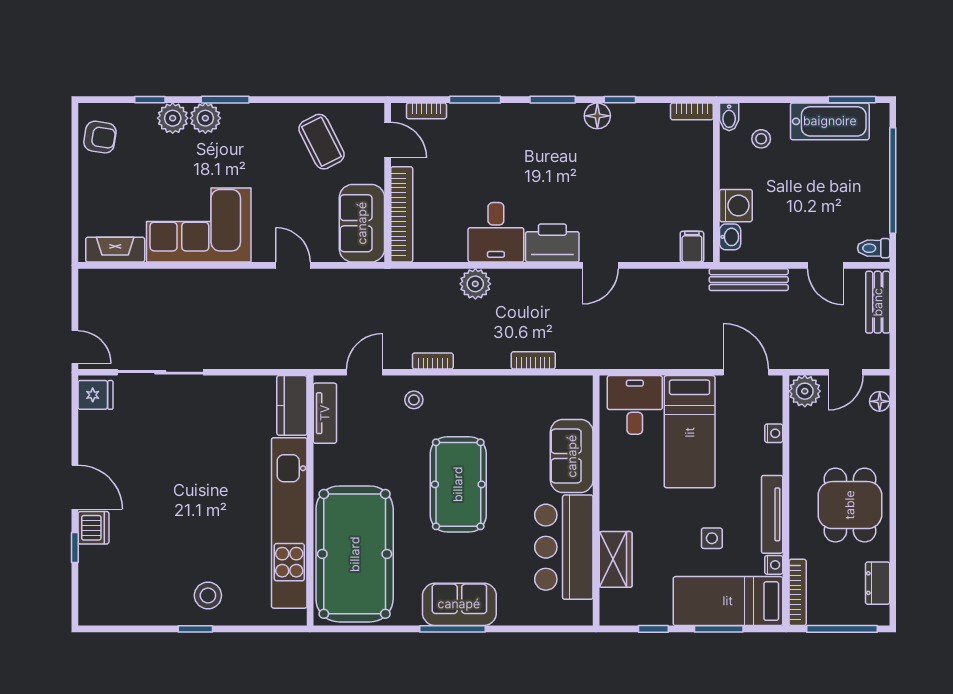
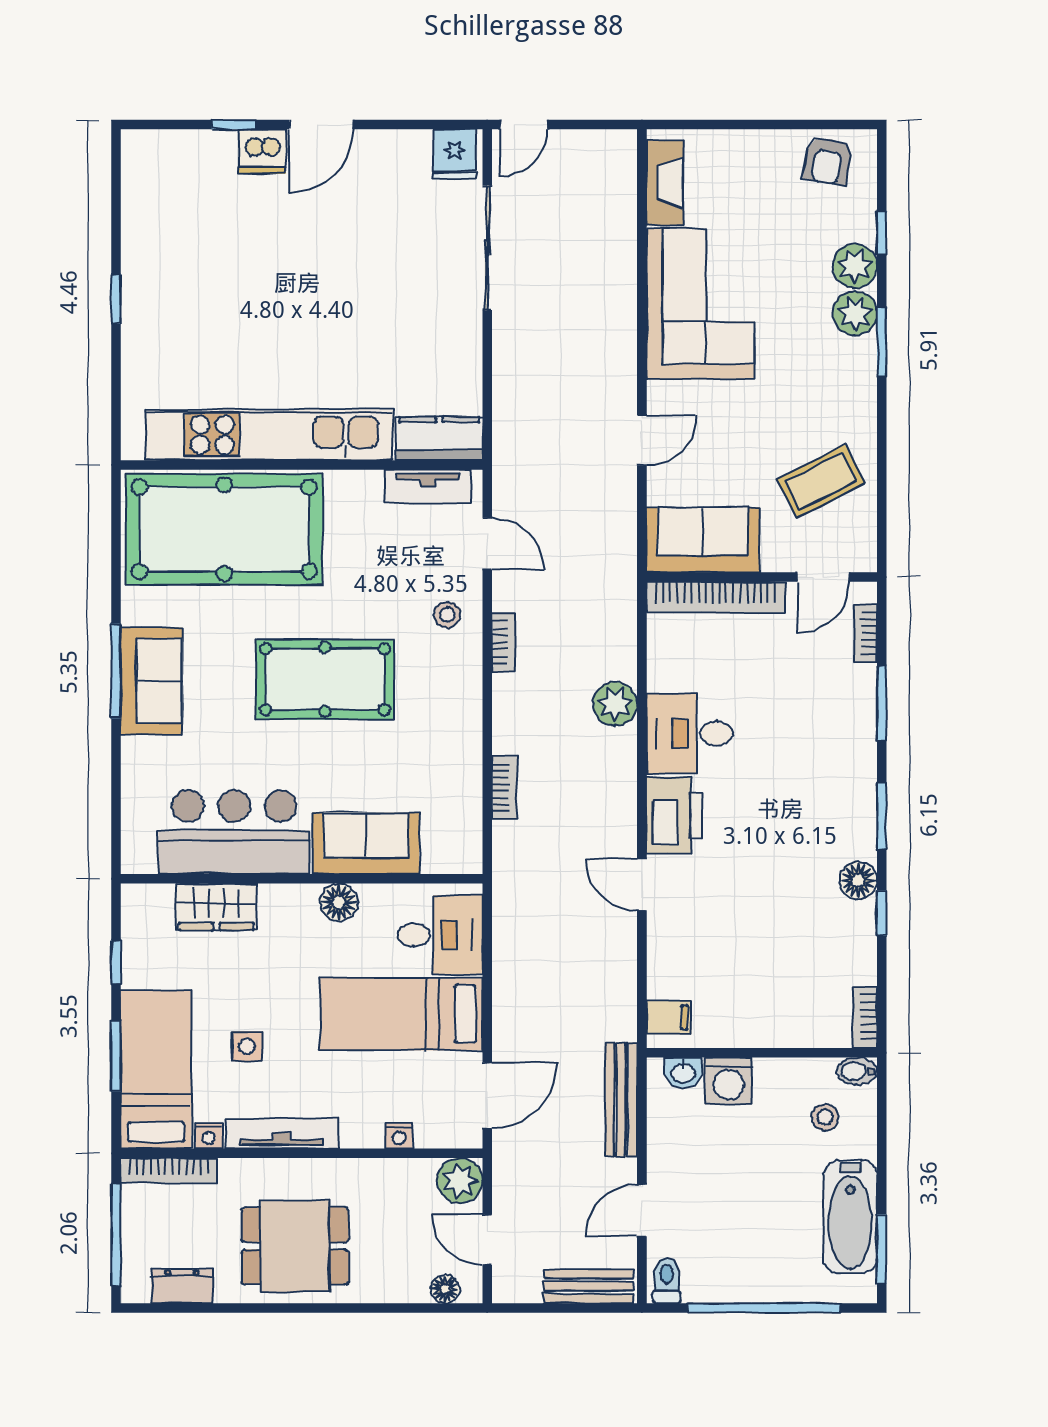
floor lamp: (612, 475) -> (339, 902), added
stool: (208, 595) -> (164, 317), removed

